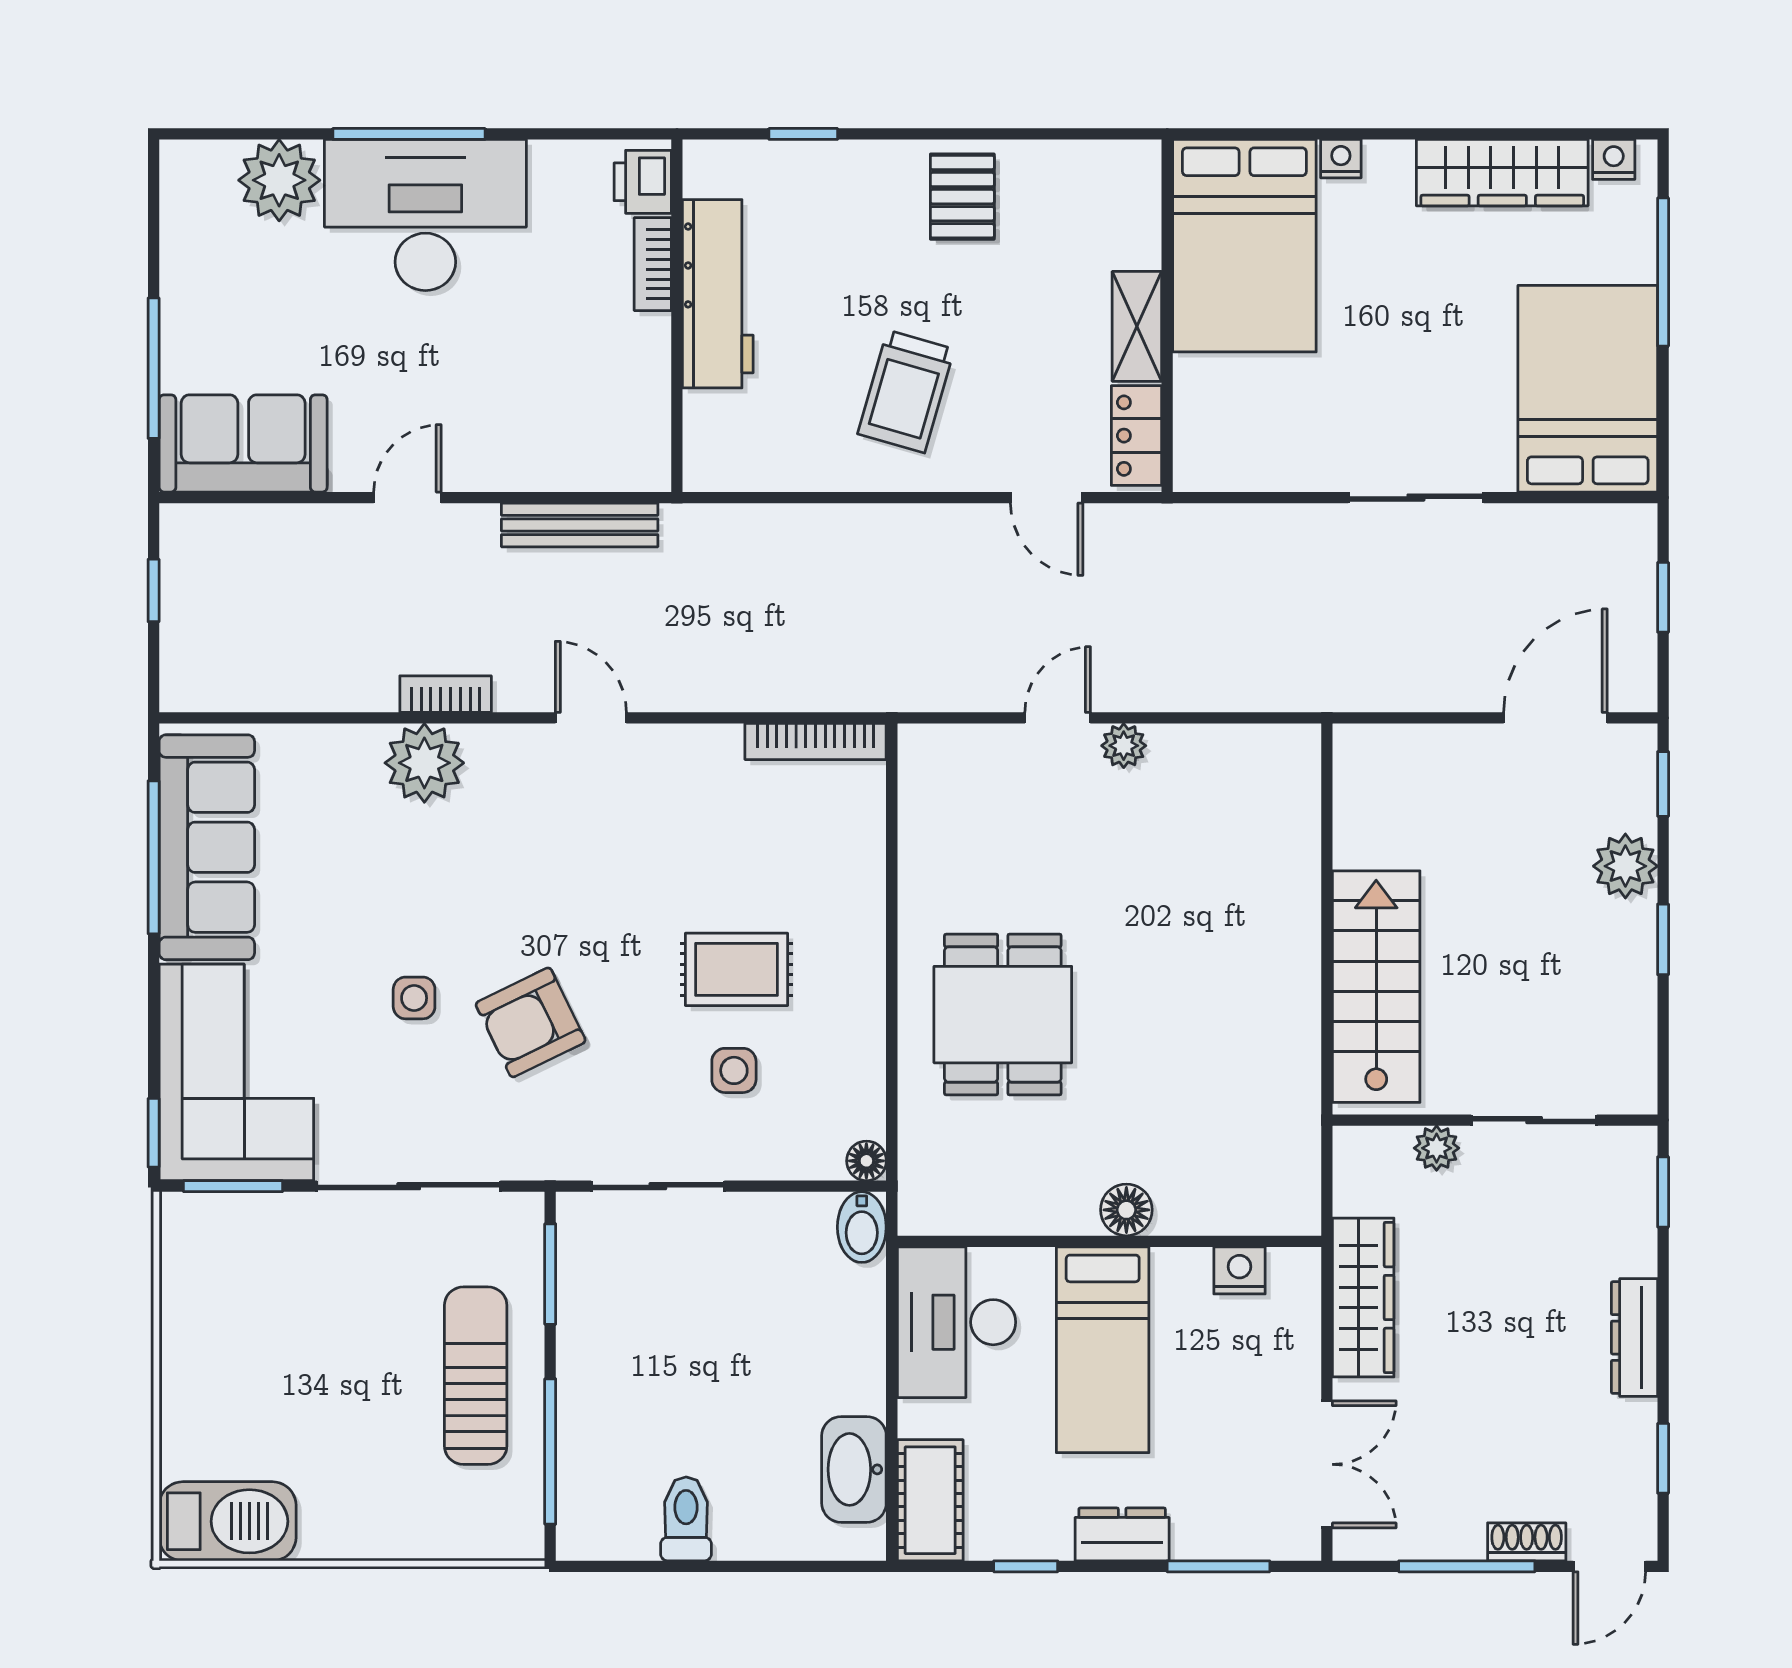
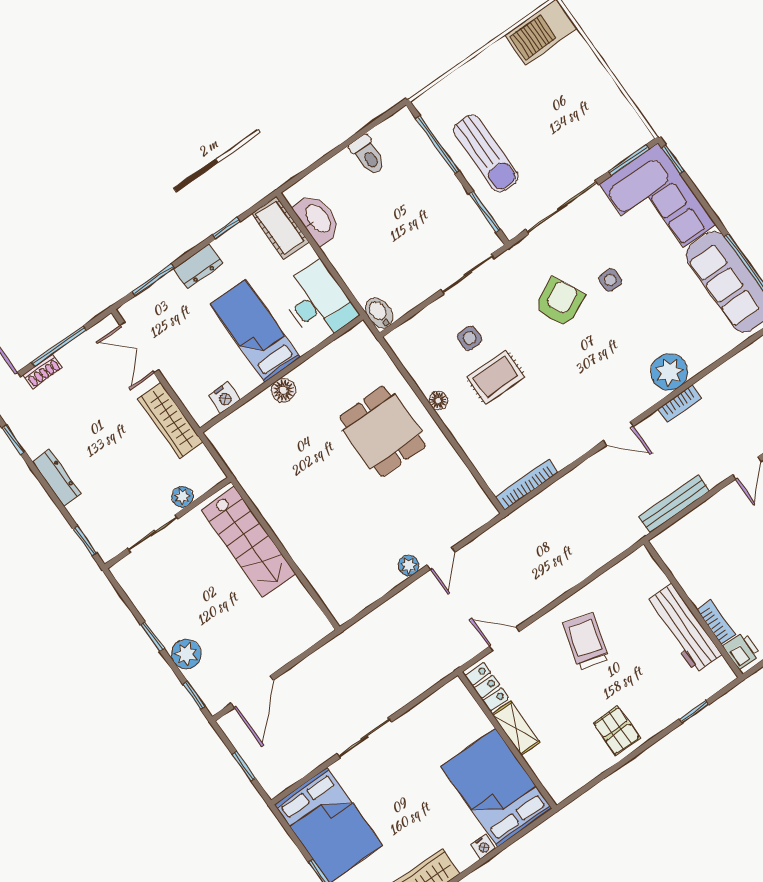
floor lamp: (866, 1161) -> (438, 400), moved

